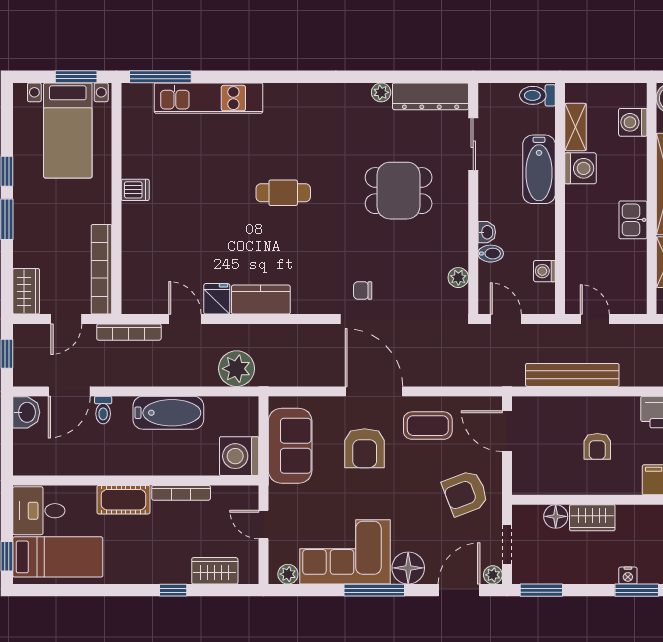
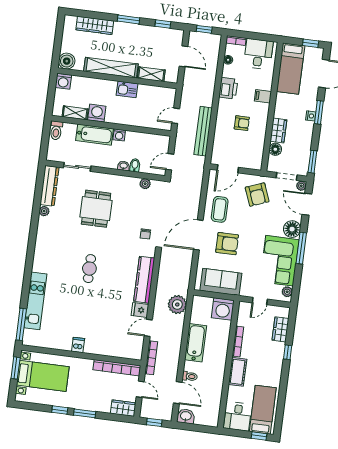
washing machine: (633, 122) -> (63, 81), moved
washing machine: (544, 271) -> (119, 135), moved
kitchen counter: (261, 300) -> (144, 280), width x1.50

